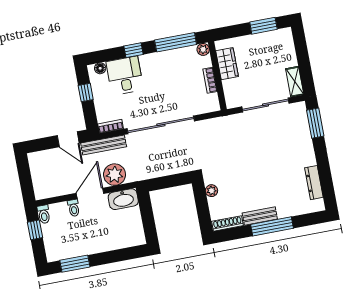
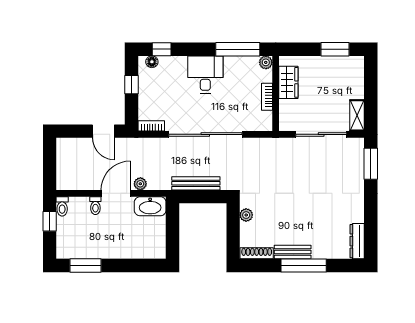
window: (134, 50) -> (162, 49), moved
desk: (125, 76) -> (205, 75), moved
bench: (104, 145) -> (196, 183), moved
plant: (115, 175) -> (140, 184), width x0.53, depth x0.53
dresser: (314, 183) -> (357, 241), moved

